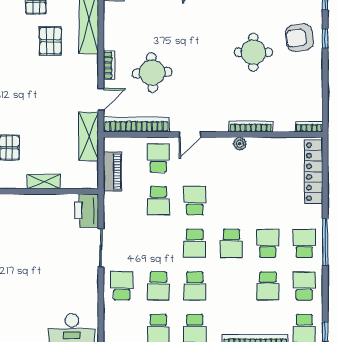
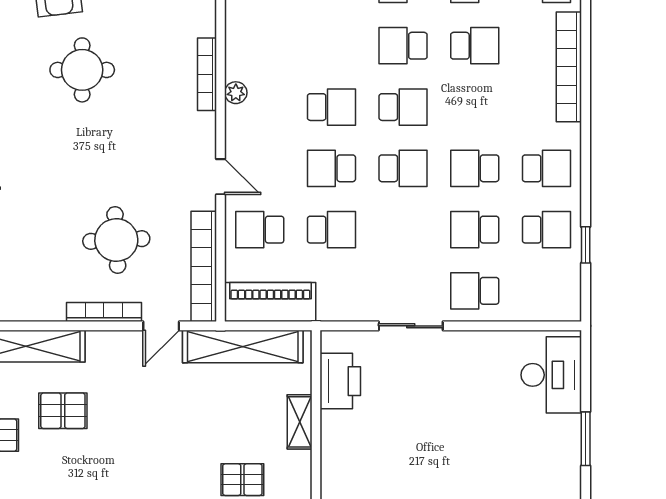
bookcase: (109, 65) -> (104, 312), width x1.56
door: (101, 99) -> (161, 326), swing flipped
shelving: (89, 136) -> (243, 346), width x1.47
piano: (112, 172) -> (270, 302), width x1.37, depth x1.33
school desk: (231, 201) -> (331, 107), added
printer: (87, 211) -> (340, 381), moved, turned -90
school desk: (158, 286) -> (475, 230), turned 180
school desk: (195, 286) -> (475, 168), turned 180

